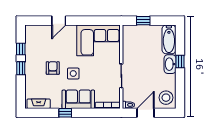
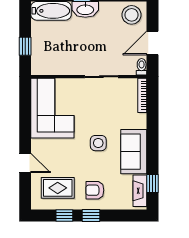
rug: (41, 44) -> (58, 188), added
armchair: (53, 68) -> (95, 190), moved
sofa: (78, 99) -> (134, 152), moved
window: (65, 113) -> (152, 183), moved
door: (146, 113) -> (152, 43), hinge flipped

